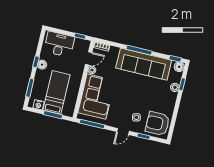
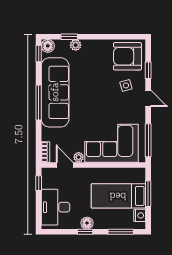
armchair: (158, 124) -> (127, 56), turned 90

